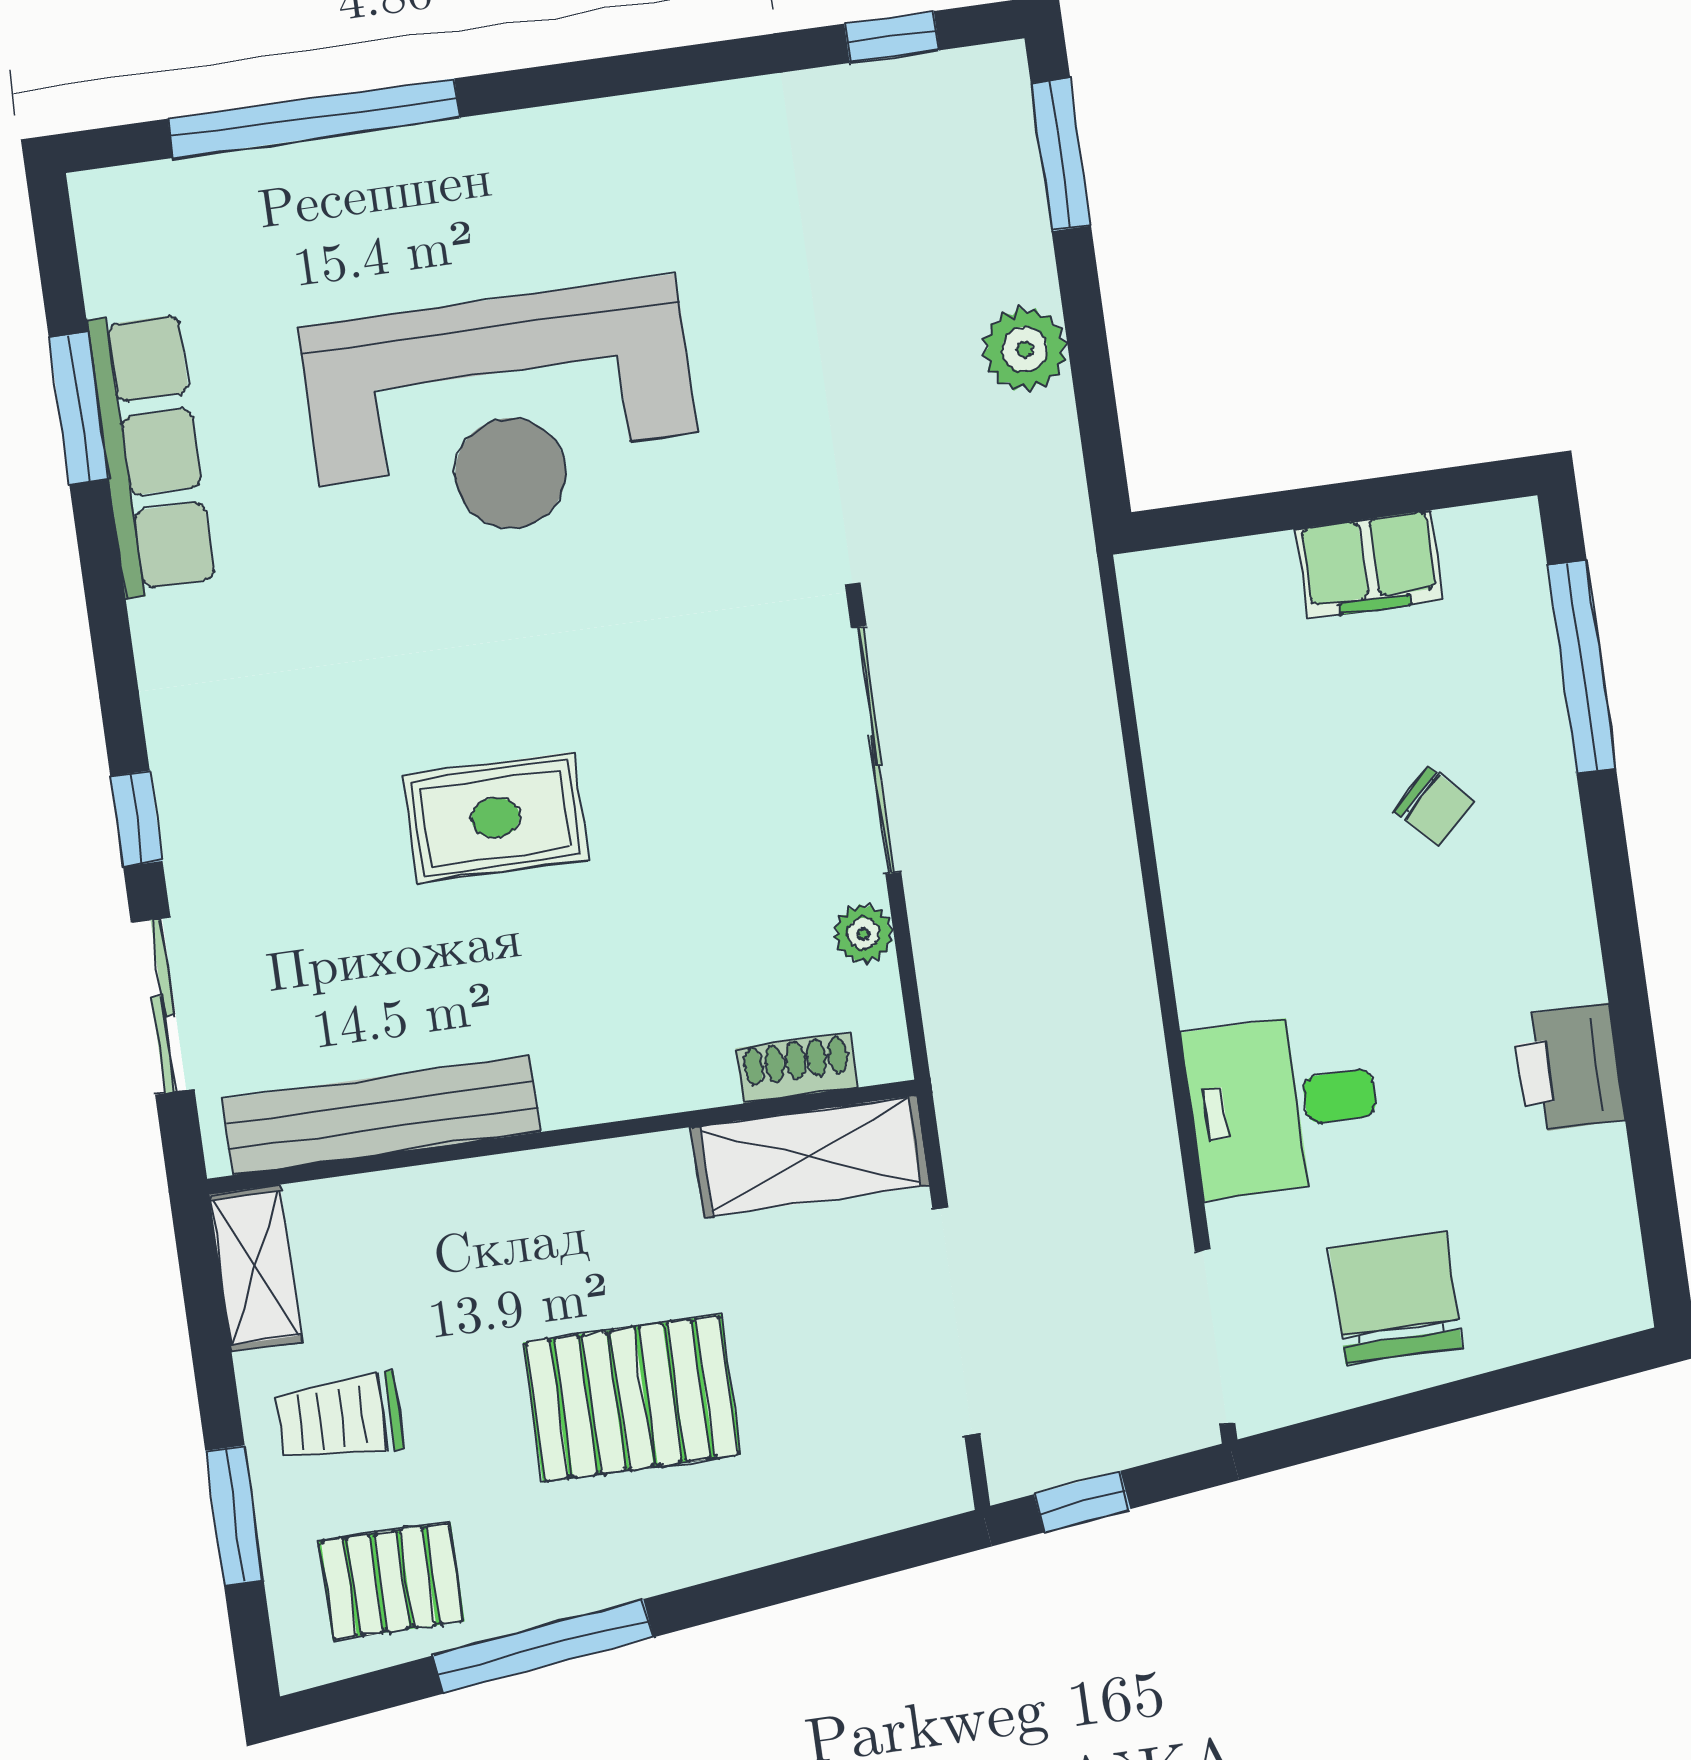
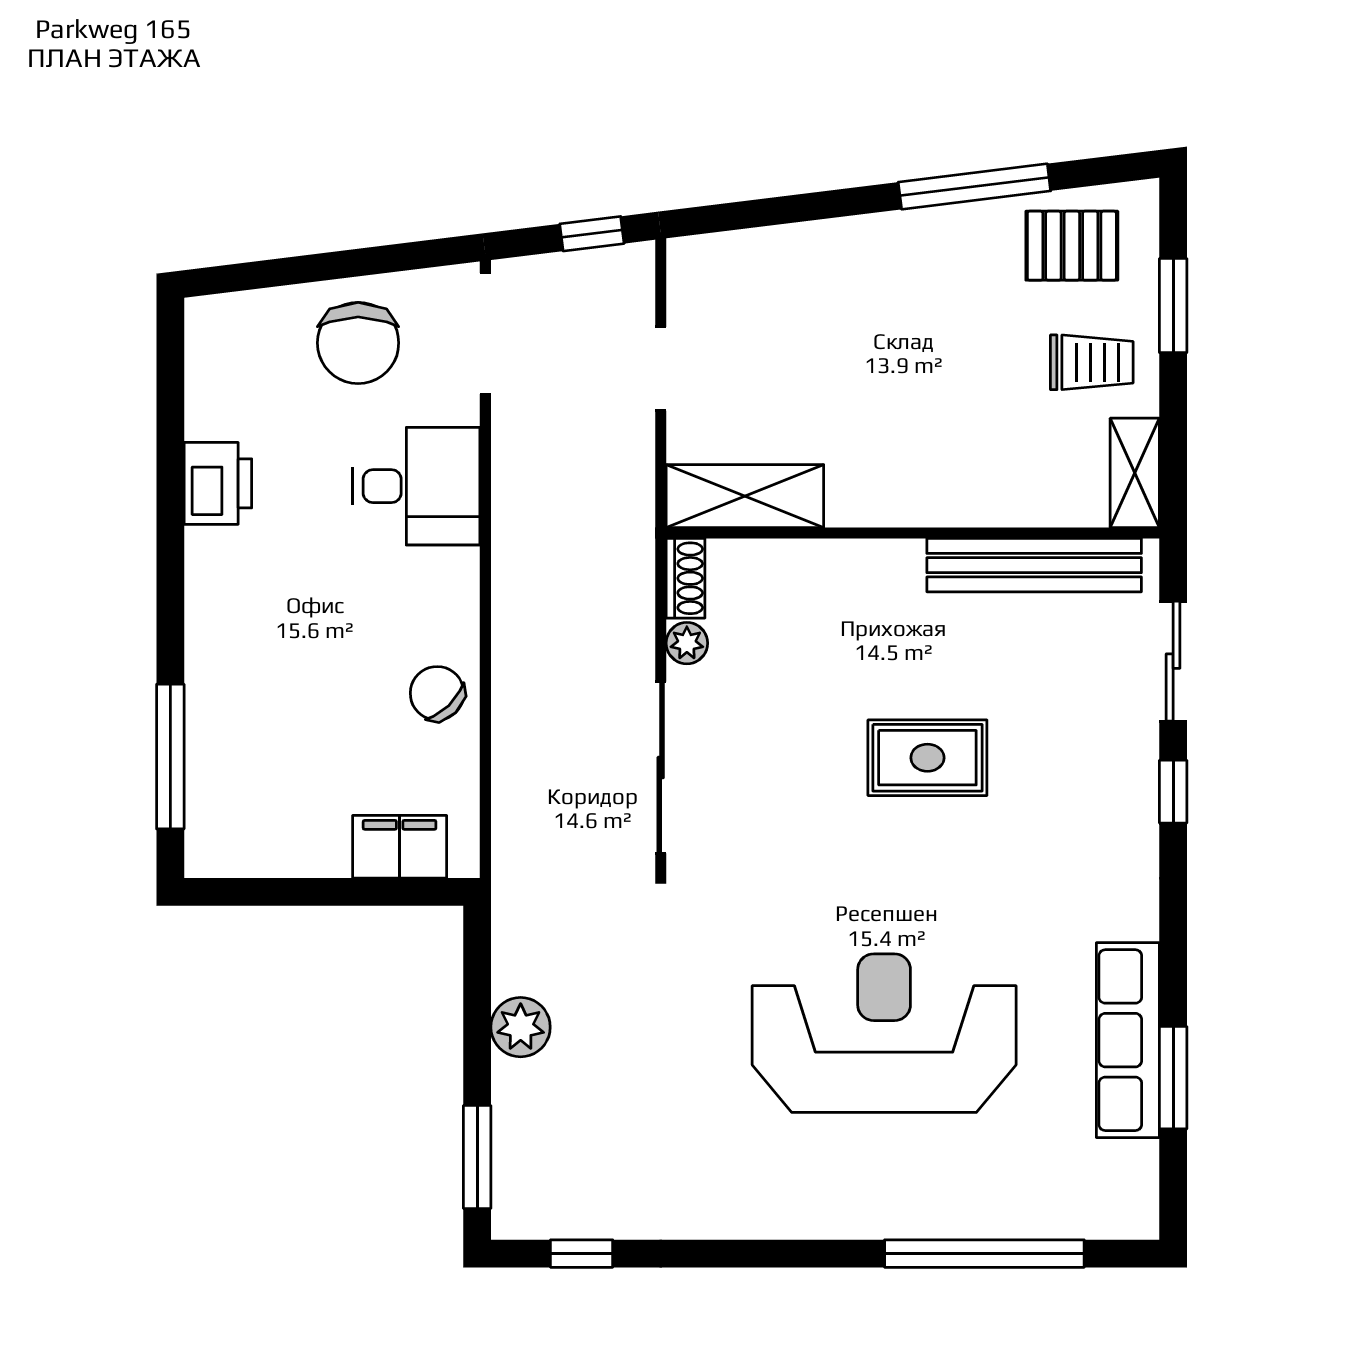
filing cabinet: (1369, 565) -> (400, 847), moved
chair: (1434, 806) -> (437, 693), moved, width x1.37, depth x1.37
shoe rack: (797, 1068) -> (686, 578), moved, turned -90
doorway: (956, 1321) -> (661, 369), width x0.53
pallet: (632, 1398) -> (890, 348), removed

